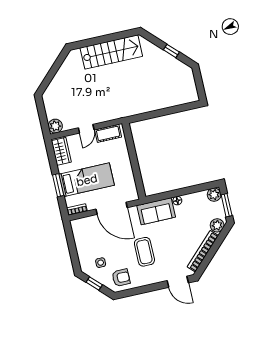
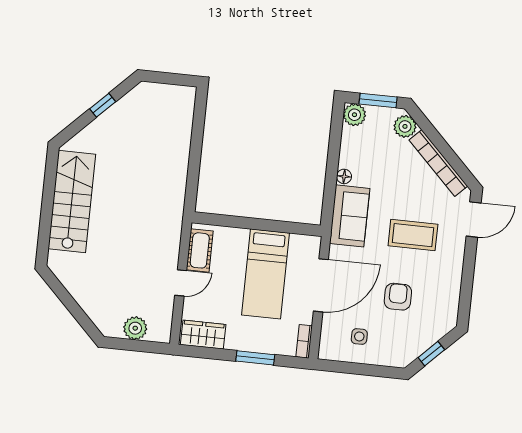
plant: (55, 126) -> (135, 328), moved
door: (86, 129) -> (181, 283), hinge flipped
bed: (87, 180) -> (266, 274), moved, turned 180
coffee table: (144, 252) -> (413, 235), moved
side table: (101, 263) -> (359, 336), moved
armchair: (121, 278) -> (398, 297), moved

